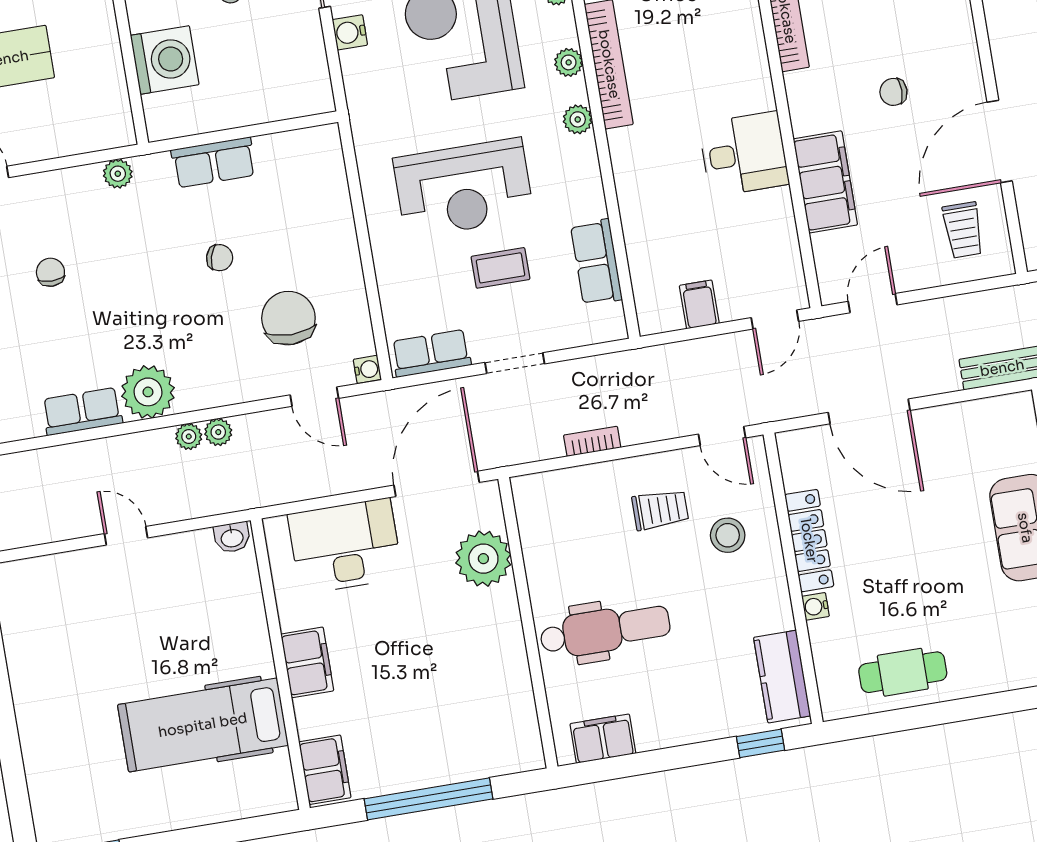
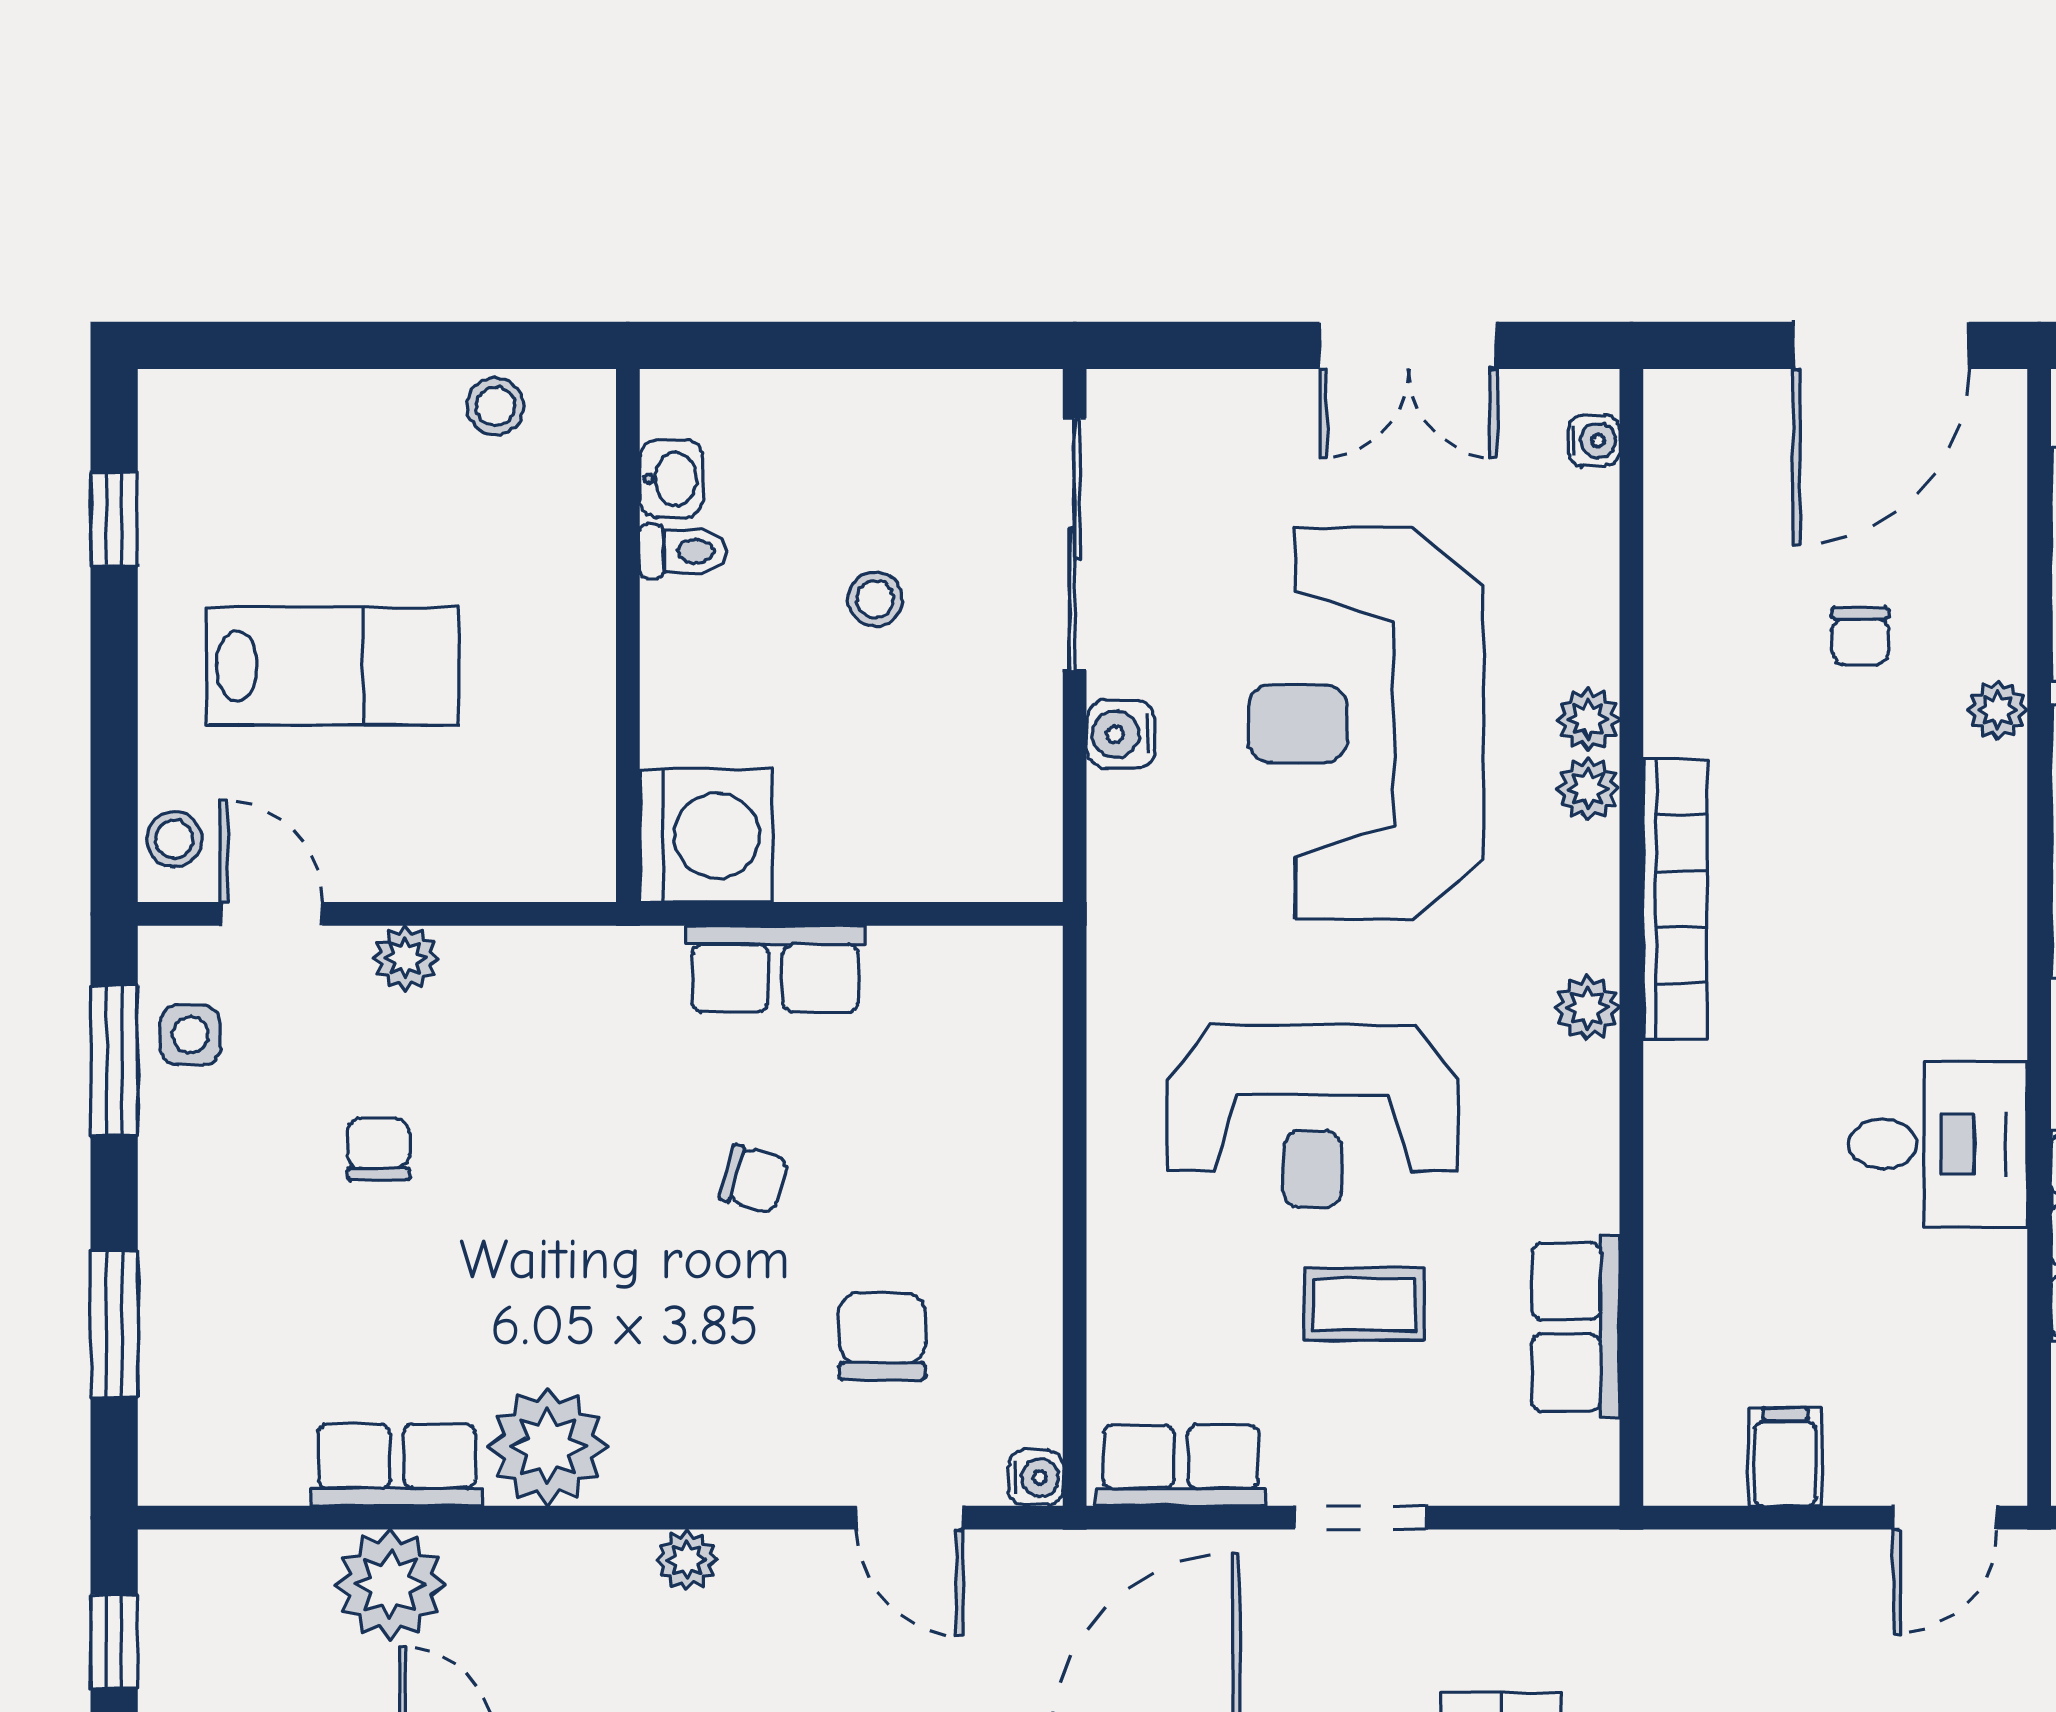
washing machine: (165, 60) -> (706, 836), moved
plant: (569, 62) -> (1588, 789), moved
plant: (118, 174) -> (405, 958), moved
chair: (288, 318) -> (882, 1336), width x0.73, depth x0.73
plant: (189, 437) -> (390, 1585), moved, width x1.87, depth x1.87

